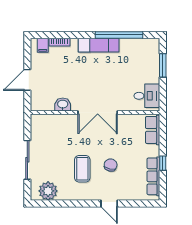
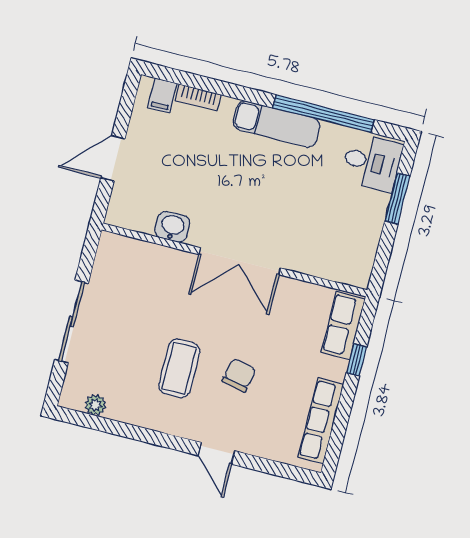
desk: (147, 96) -> (372, 162), moved
window: (163, 163) -> (357, 360), moved
plant: (48, 191) -> (95, 405), width x0.53, depth x0.53

